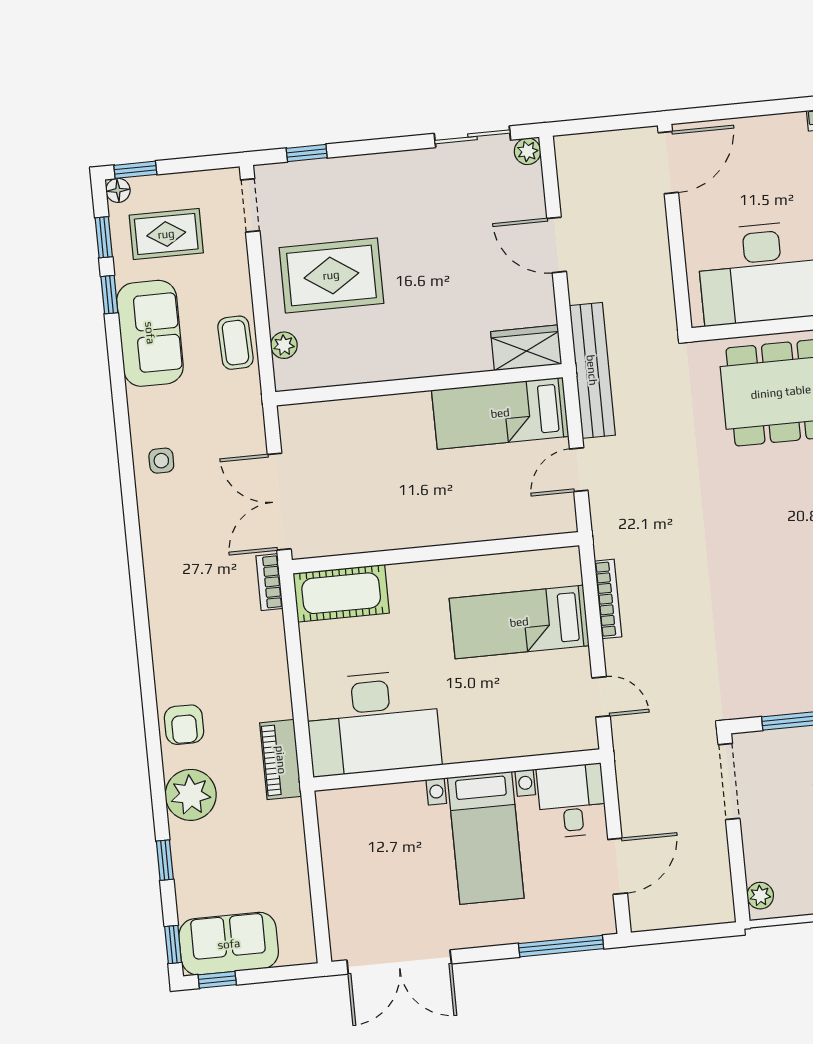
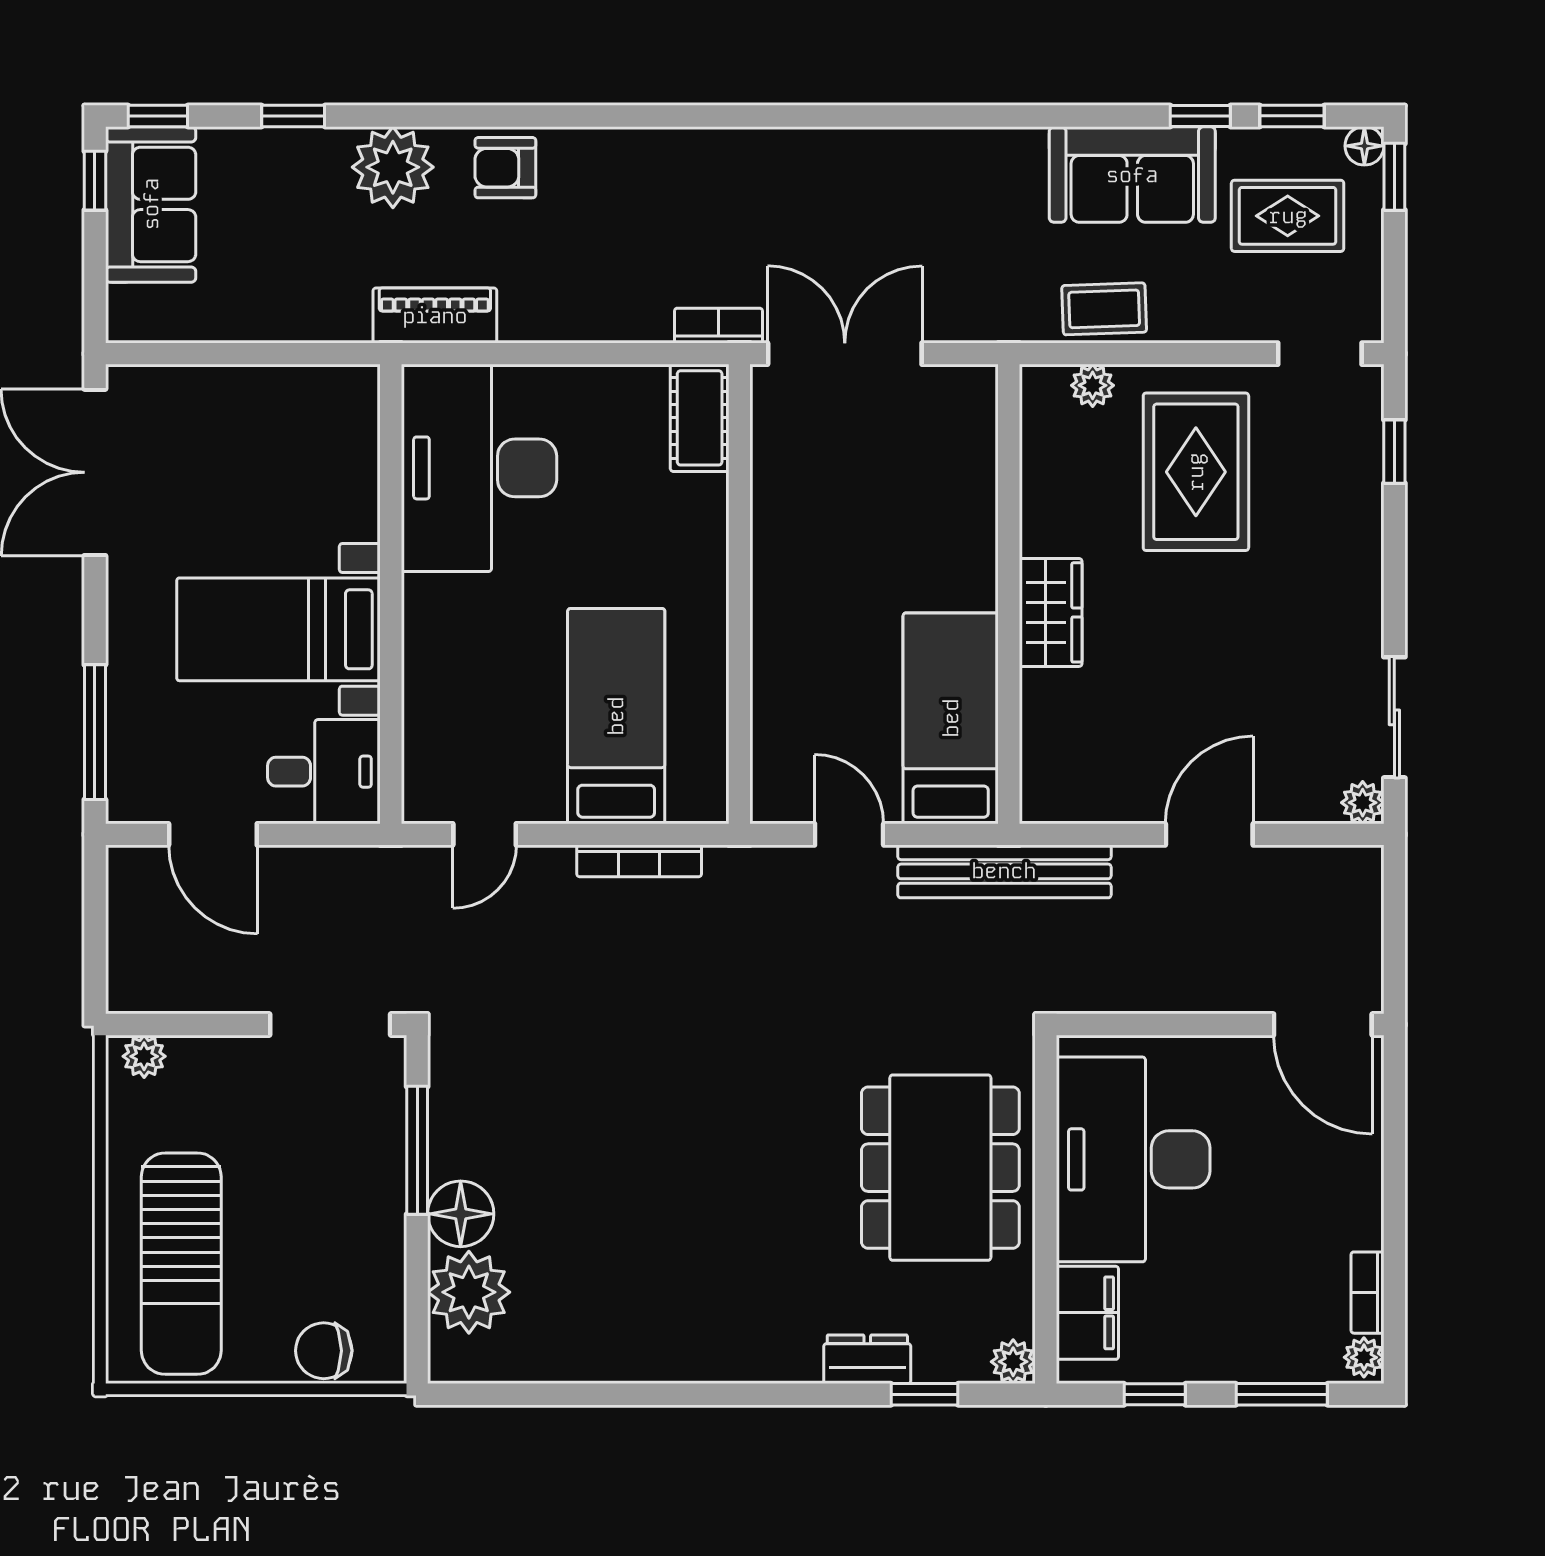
rug: (166, 234) -> (1288, 216), turned 90
wardrobe: (526, 348) -> (1051, 612), moved
side table: (161, 461) -> (928, 173), removed
cot: (341, 593) -> (700, 418), width x0.73, depth x0.75

